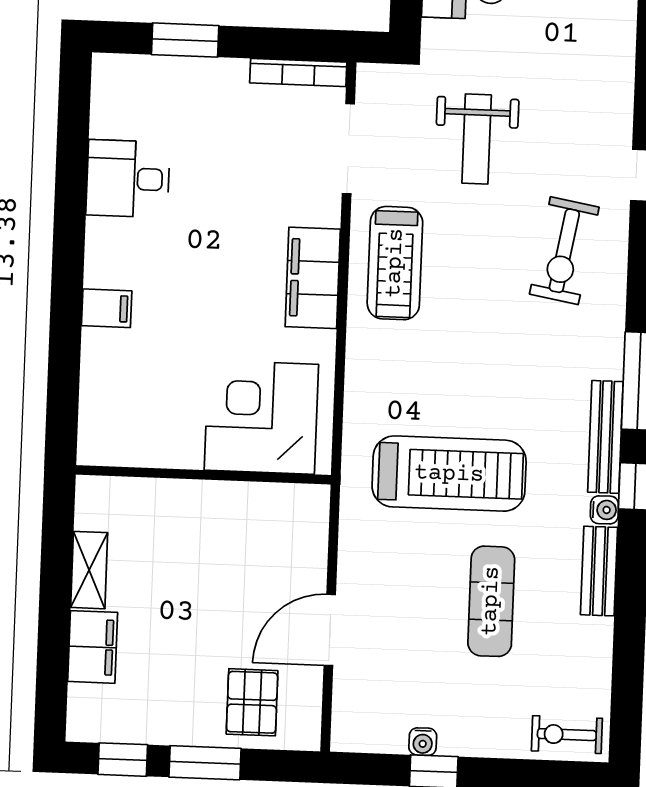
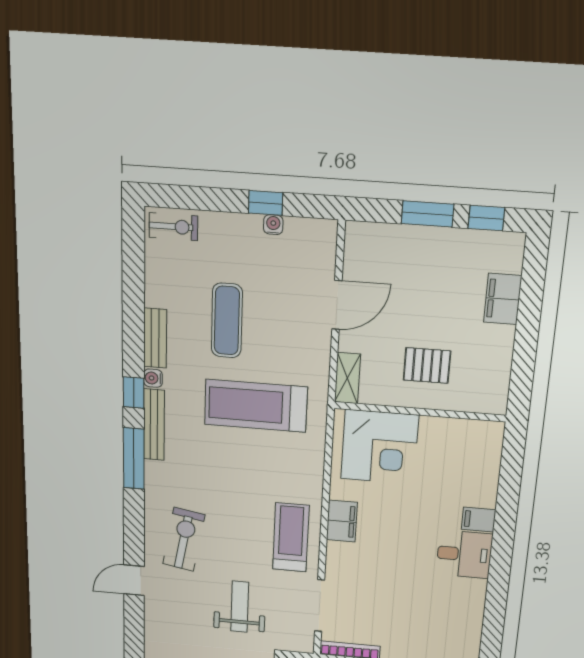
desk: (128, 179) -> (464, 554), moved
filing cabinet: (313, 278) -> (342, 521), width x0.67, depth x0.86
shelving: (89, 570) -> (347, 378), moved
pallet: (252, 702) -> (427, 365), moved, turned 90

